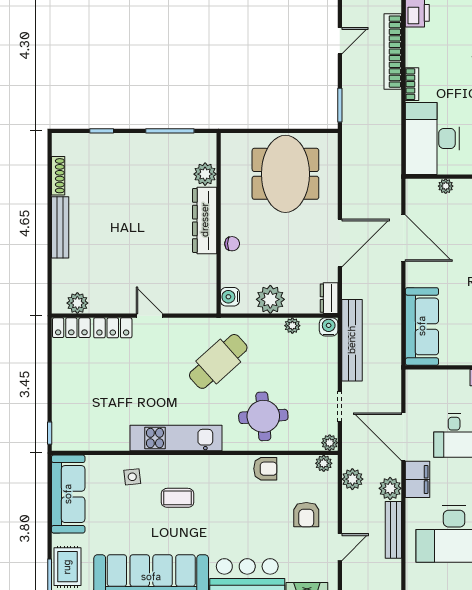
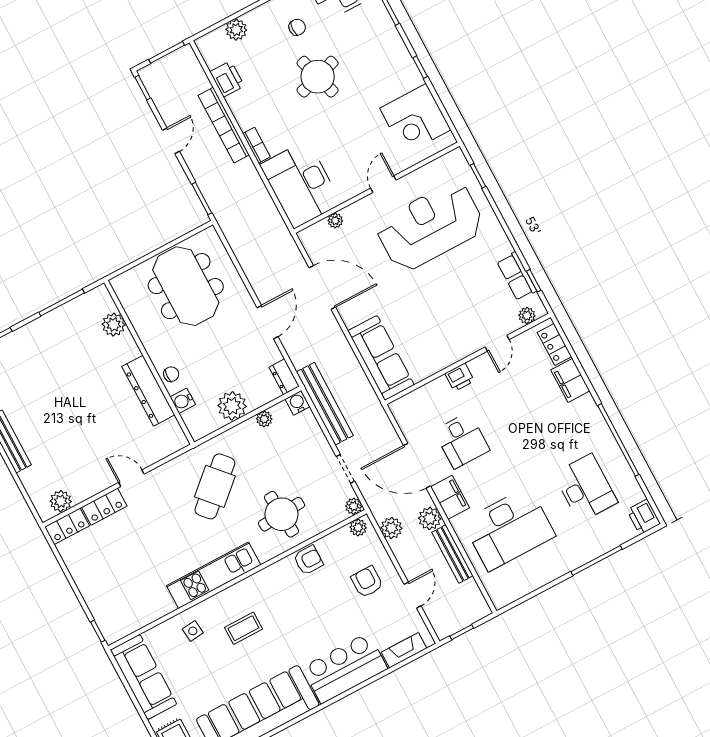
dresser: (205, 220) -> (148, 391), moved
door: (340, 243) -> (267, 322), width x0.73
water cooler: (230, 297) -> (183, 401), moved
armchair: (306, 515) -> (367, 582), turned 180

